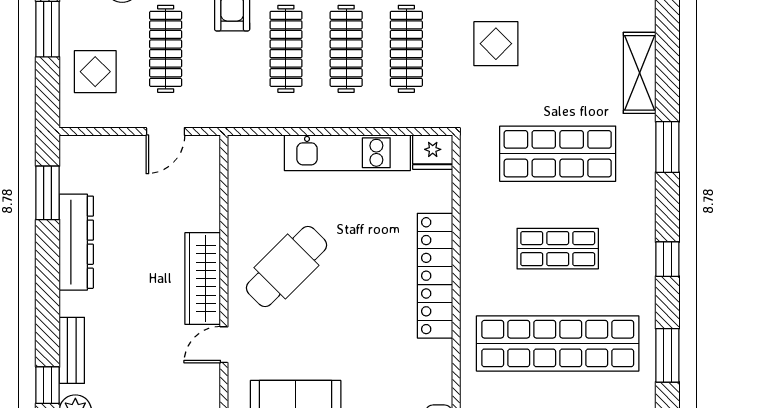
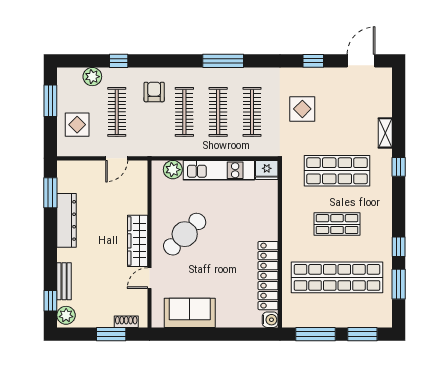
shelving: (640, 73) -> (385, 133), width x0.67, depth x0.75
window: (667, 147) -> (399, 167), width x0.67
plant: (265, 152) -> (173, 170), added
window: (667, 259) -> (399, 247), moved
locker: (435, 276) -> (268, 276), moved

